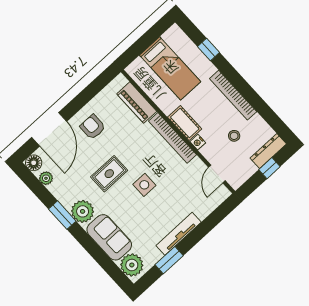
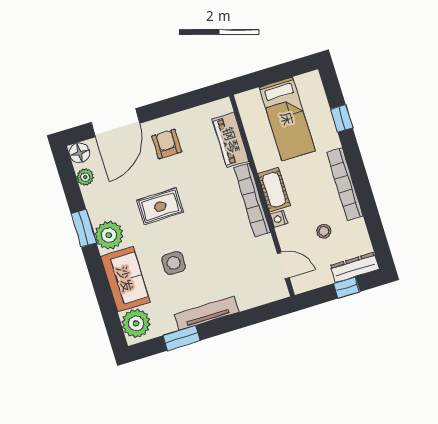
door: (217, 174) -> (283, 266), swing flipped
side table: (144, 185) -> (174, 263), moved

